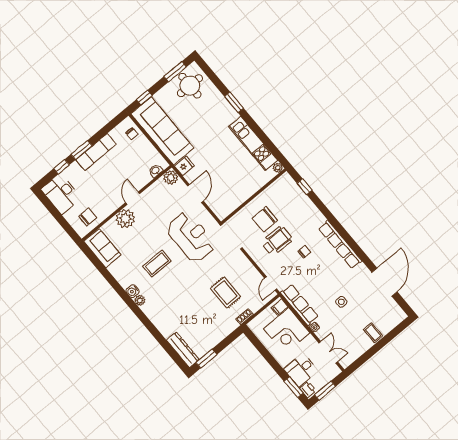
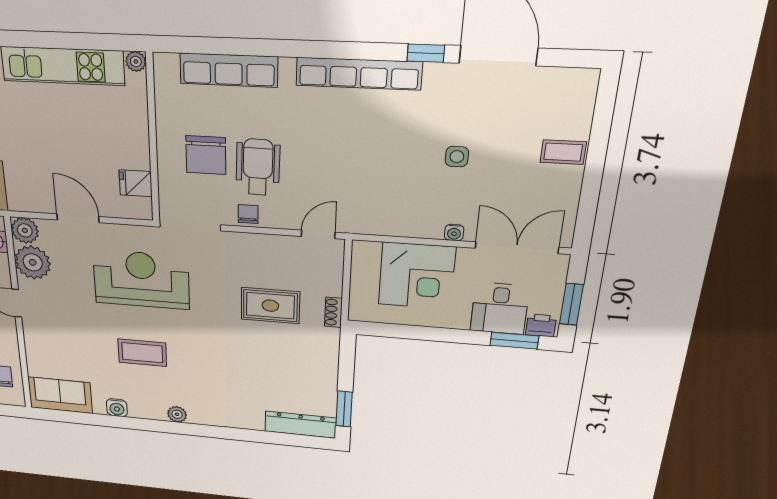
fridge: (184, 166) -> (136, 183), moved, turned -90
window: (305, 187) -> (426, 53), moved
plant: (125, 219) -> (33, 262), moved
chair: (304, 252) -> (248, 214), moved
coffee table: (157, 264) -> (142, 353), turned 90
door: (271, 283) -> (318, 234), swing flipped
water cooler: (133, 291) -> (117, 408), moved
row of seats: (299, 305) -> (229, 70), moved, turned 180
filing cabinet: (280, 307) -> (369, 254), removed
double door: (328, 352) -> (517, 248), width x1.37

